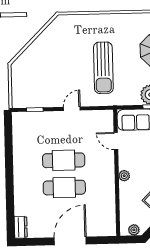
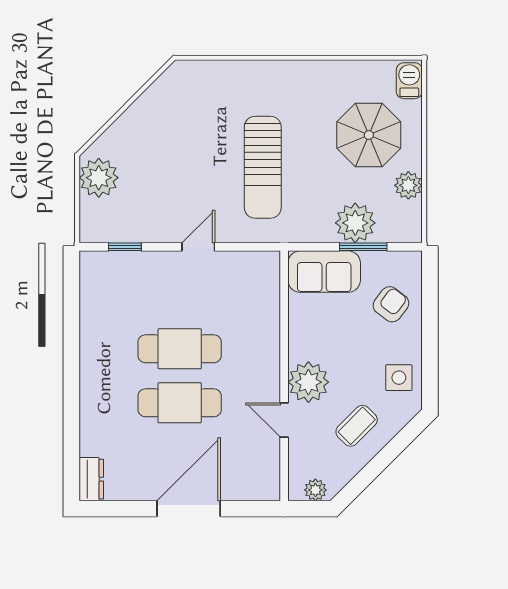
plant: (21, 75) -> (99, 178), added
door: (116, 141) -> (284, 420), moved
plant: (124, 176) -> (308, 382), width x1.87, depth x1.87

